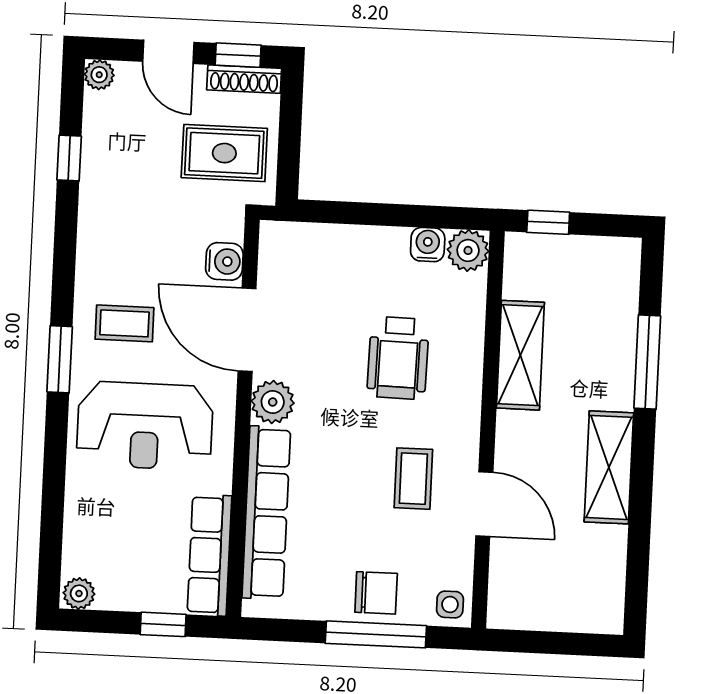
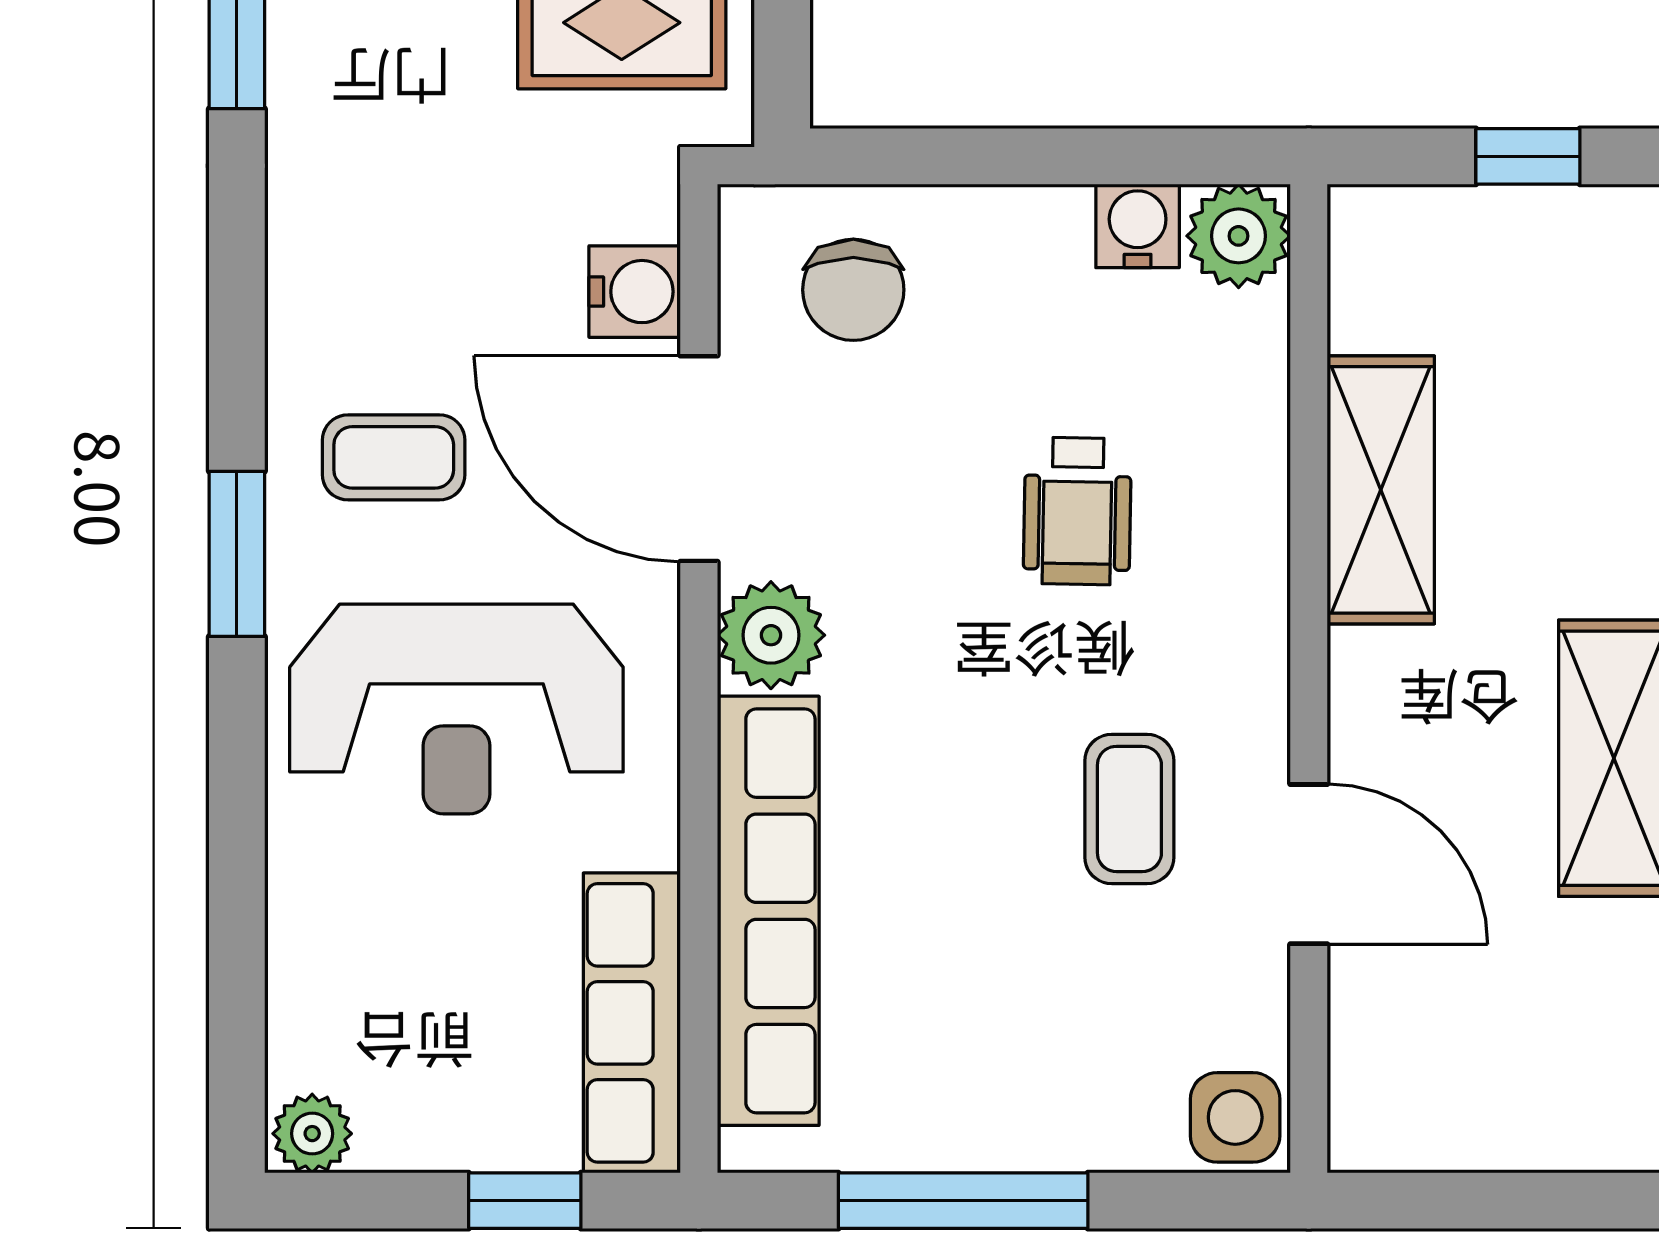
window: (548, 222) -> (1528, 156), moved
wheelchair: (398, 358) -> (1077, 511), width x0.73, depth x0.73
chair: (376, 593) -> (853, 290), moved, turned 90
side table: (450, 604) -> (1235, 1117), width x1.37, depth x1.37
window: (376, 634) -> (963, 1201), moved

